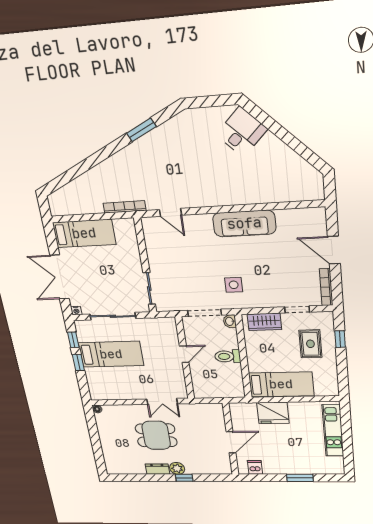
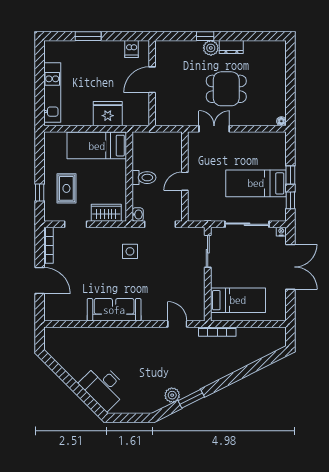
plant: (164, 132) -> (172, 395), added
desk: (242, 132) -> (104, 387), width x1.37
bed: (84, 233) -> (238, 300), moved, turned 180

